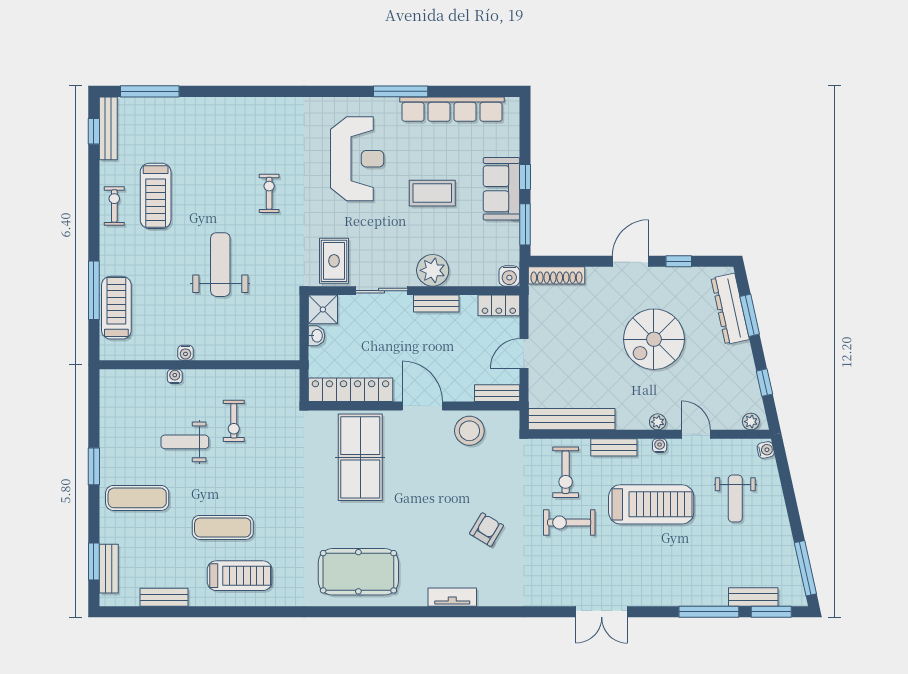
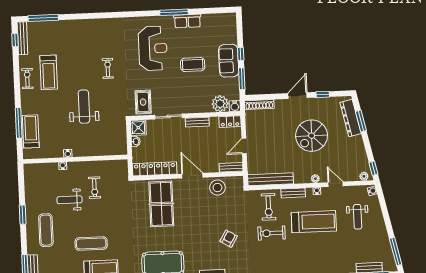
row of seats: (452, 109) -> (187, 21), width x0.50
plant: (433, 270) -> (220, 104), moved
window: (764, 383) -> (373, 168), moved
exercise mat: (137, 498) -> (46, 230), turned 90

